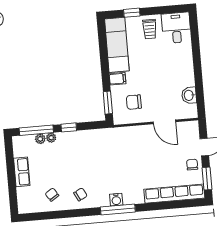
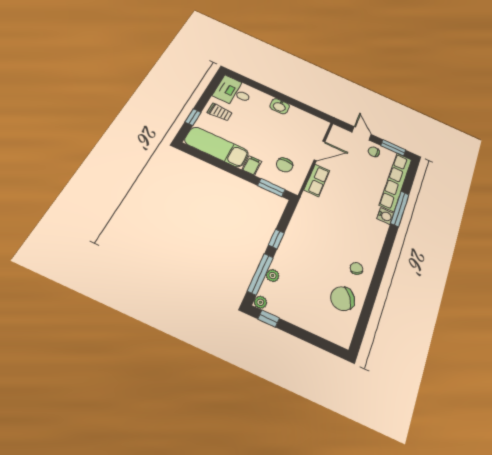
washbasin: (189, 95) -> (280, 106), moved
plant: (51, 138) -> (260, 302), moved
window: (9, 152) -> (269, 319), added
row of seats: (22, 172) -> (317, 180), moved, turned 90
chair: (52, 195) -> (343, 299), width x1.87, depth x1.87
water cooler: (116, 200) -> (385, 216), moved
window: (118, 209) -> (400, 209), moved

